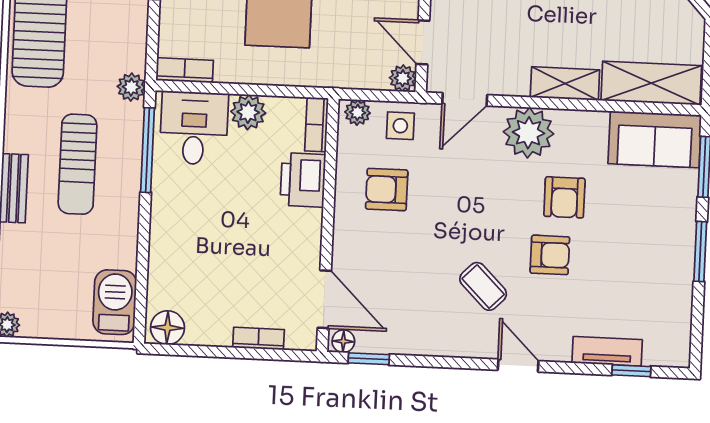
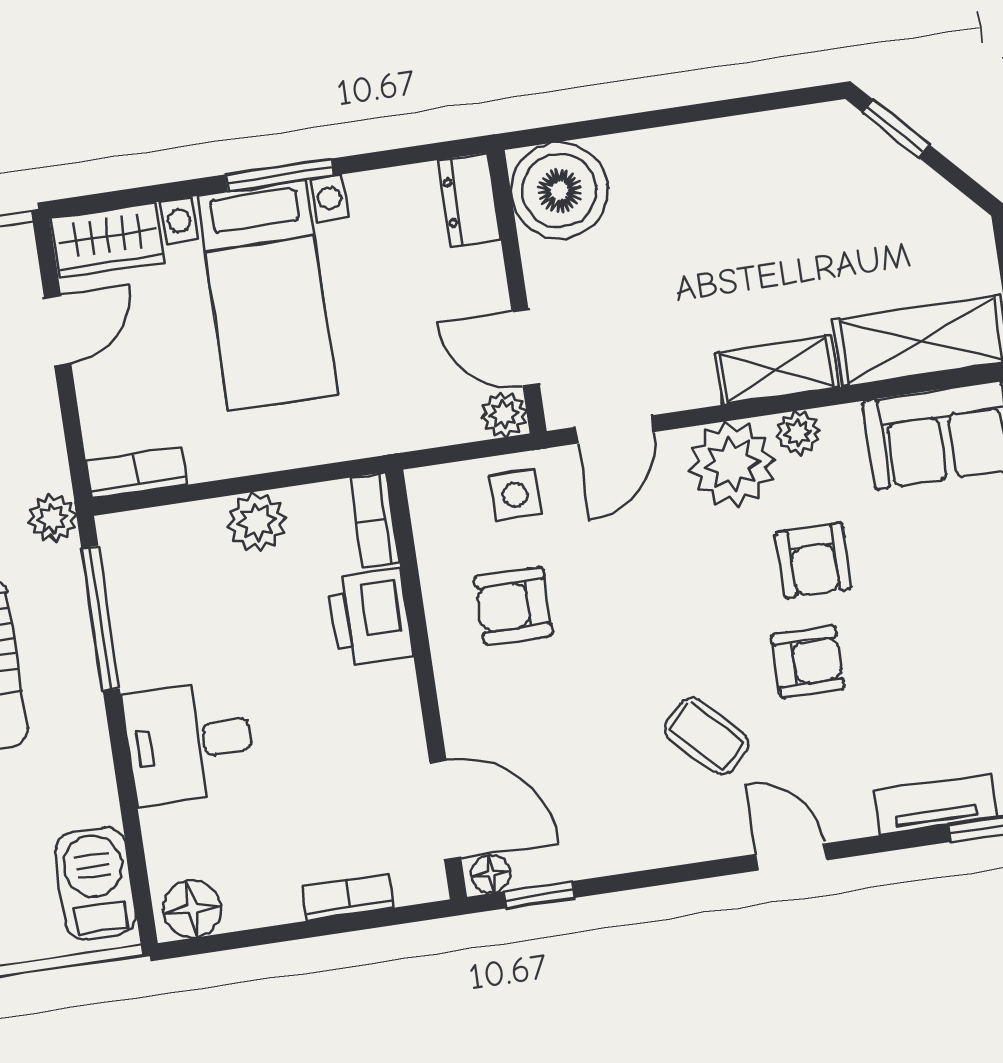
plant: (358, 112) -> (798, 433), moved
desk: (194, 128) -> (190, 742), moved, turned -90

